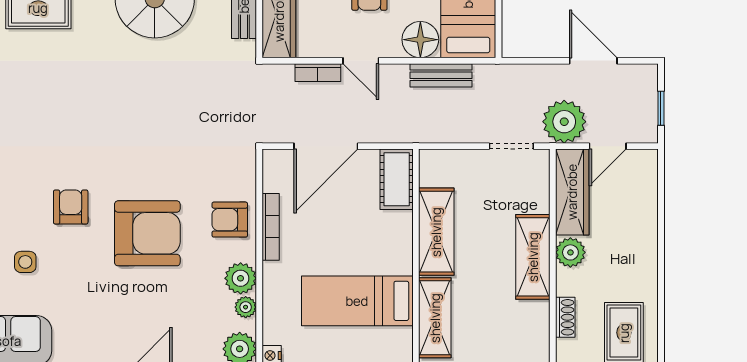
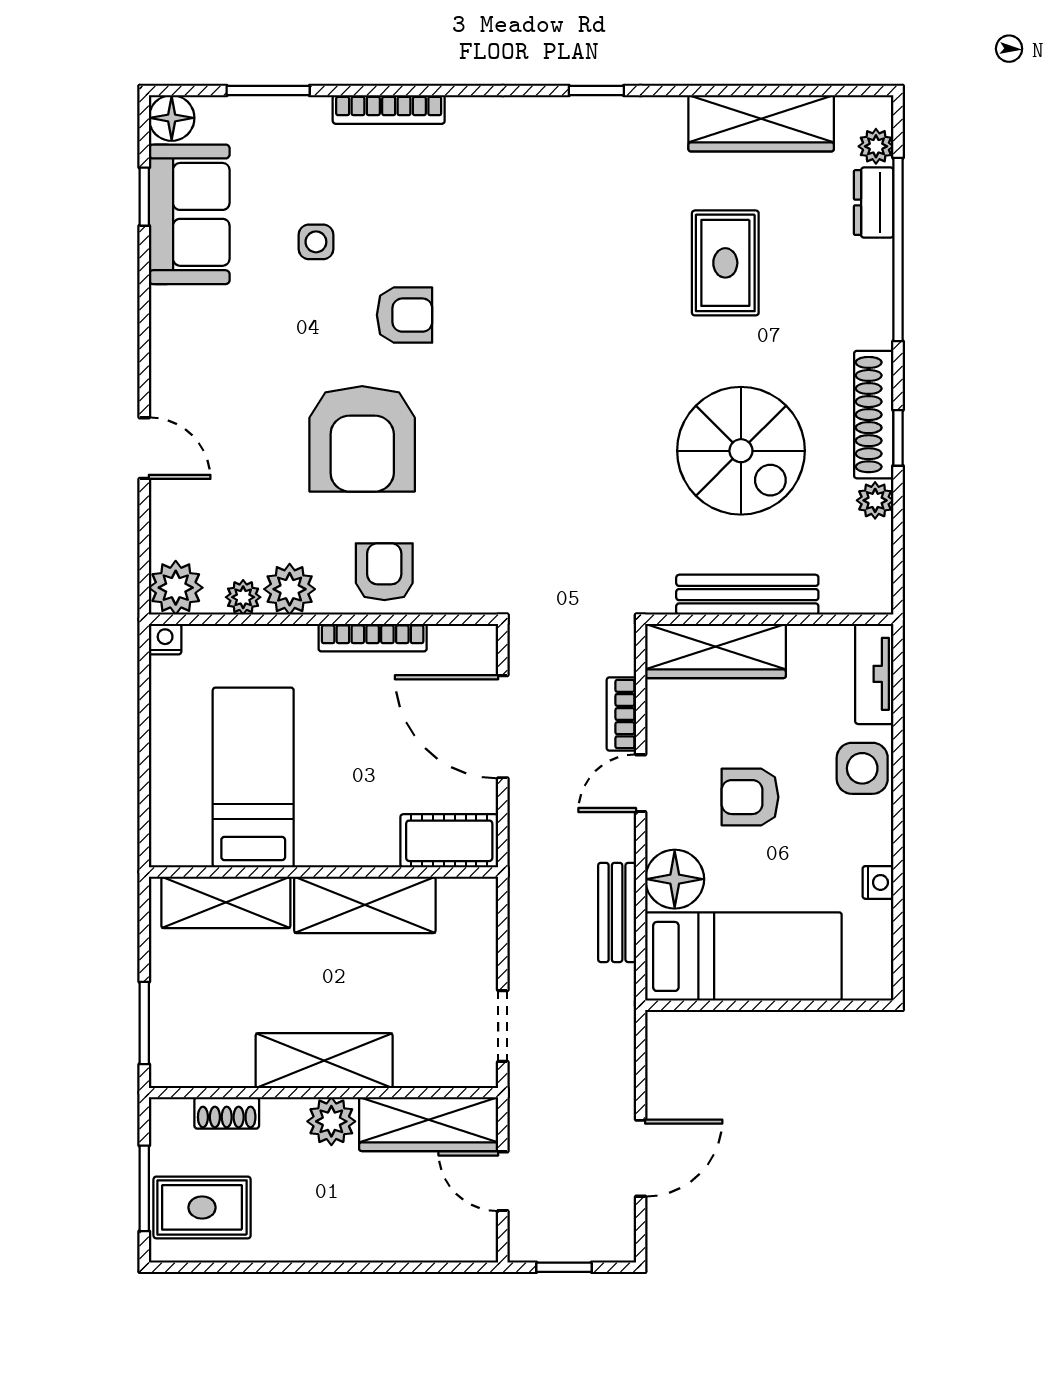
plant: (564, 122) -> (542, 1111), removed

